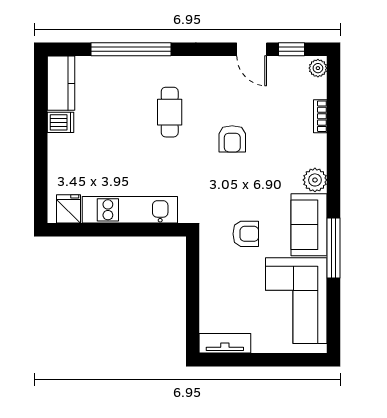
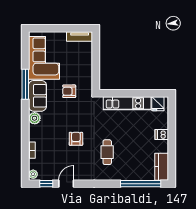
window: (131, 49) -> (141, 184), moved
door: (252, 49) -> (66, 184), hinge flipped
dishwasher: (61, 122) -> (162, 134), moved

